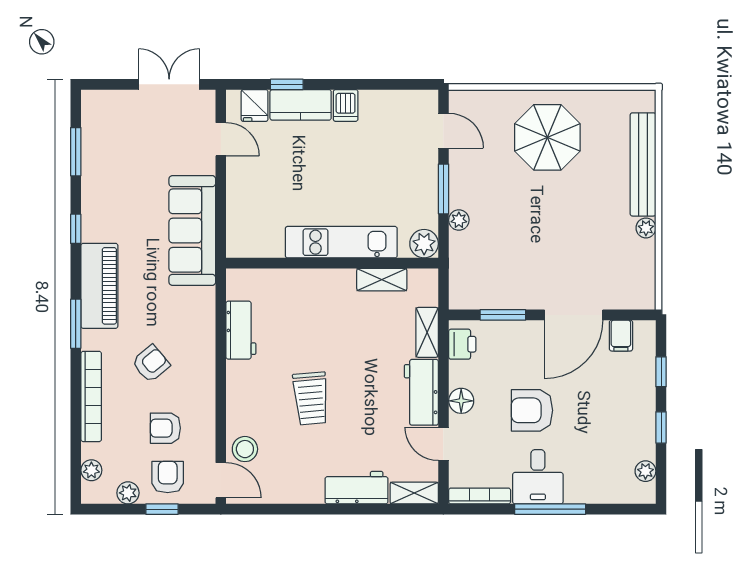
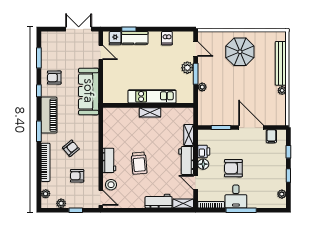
dishwasher: (346, 105) -> (167, 38), moved
plant: (424, 244) -> (187, 68), moved
shelving: (382, 280) -> (150, 112), moved
door: (574, 315) -> (251, 127), swing flipped
workbench: (241, 330) -> (109, 160), moved
printer: (462, 344) -> (204, 151), moved
armchair: (168, 477) -> (54, 78), moved, turned -90

